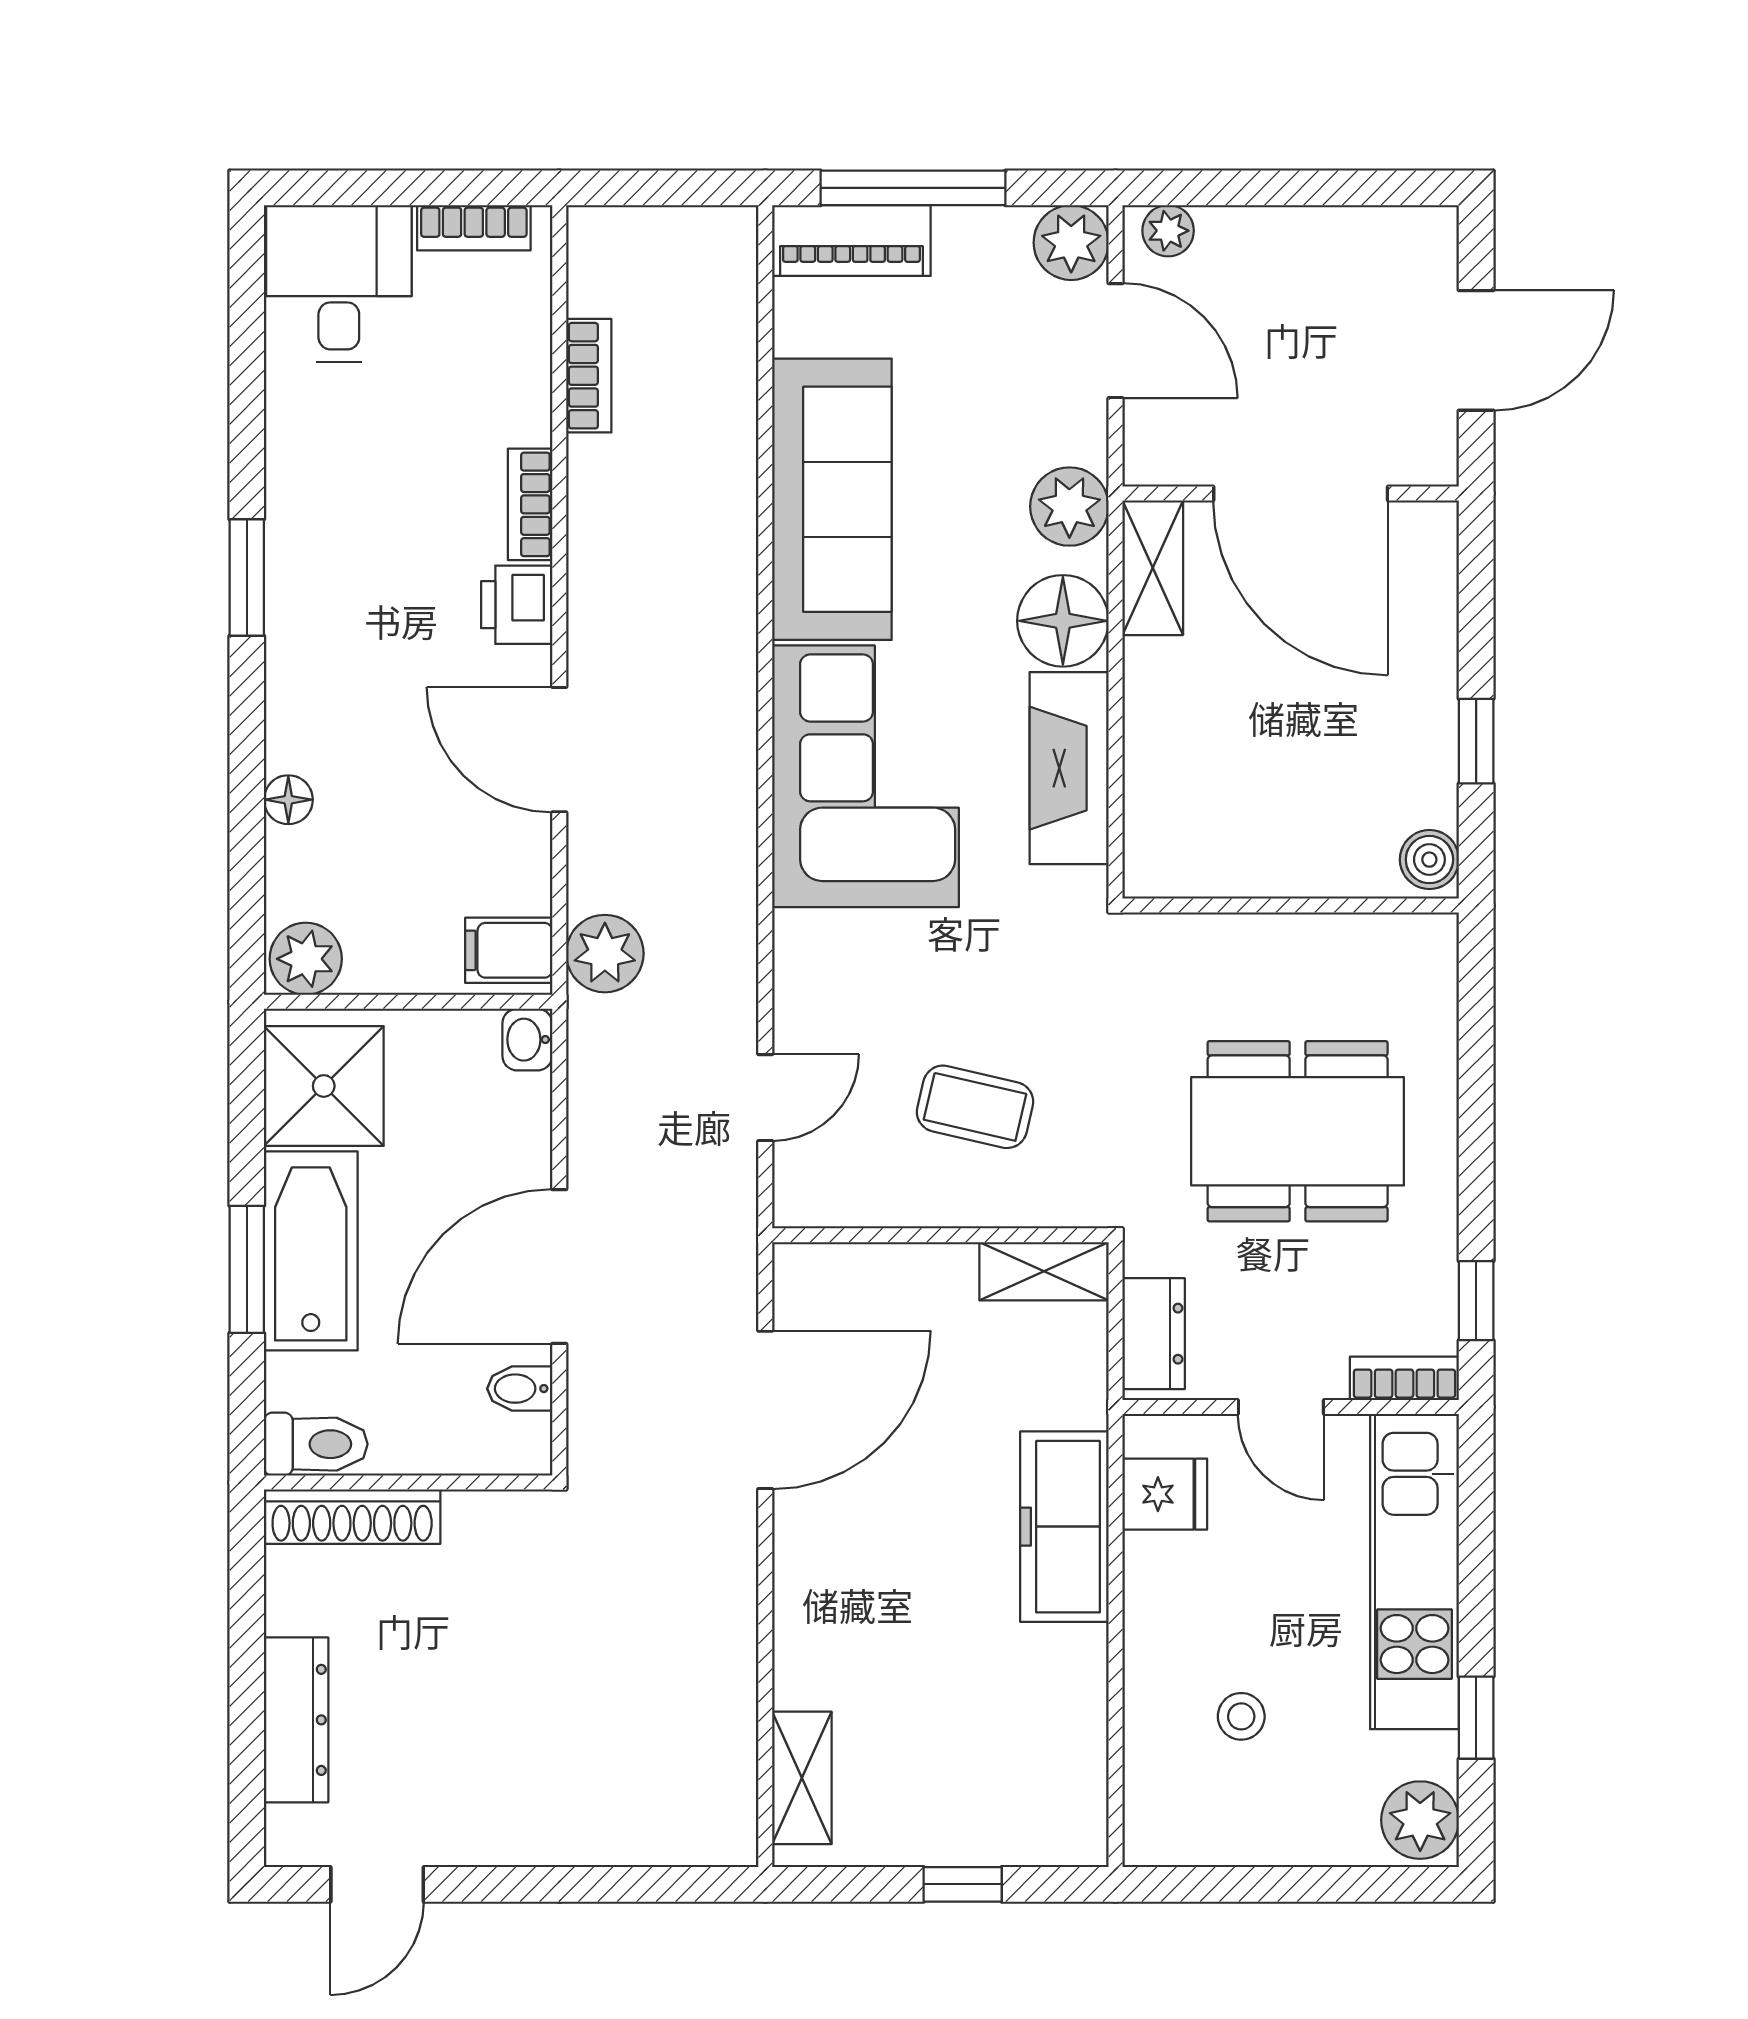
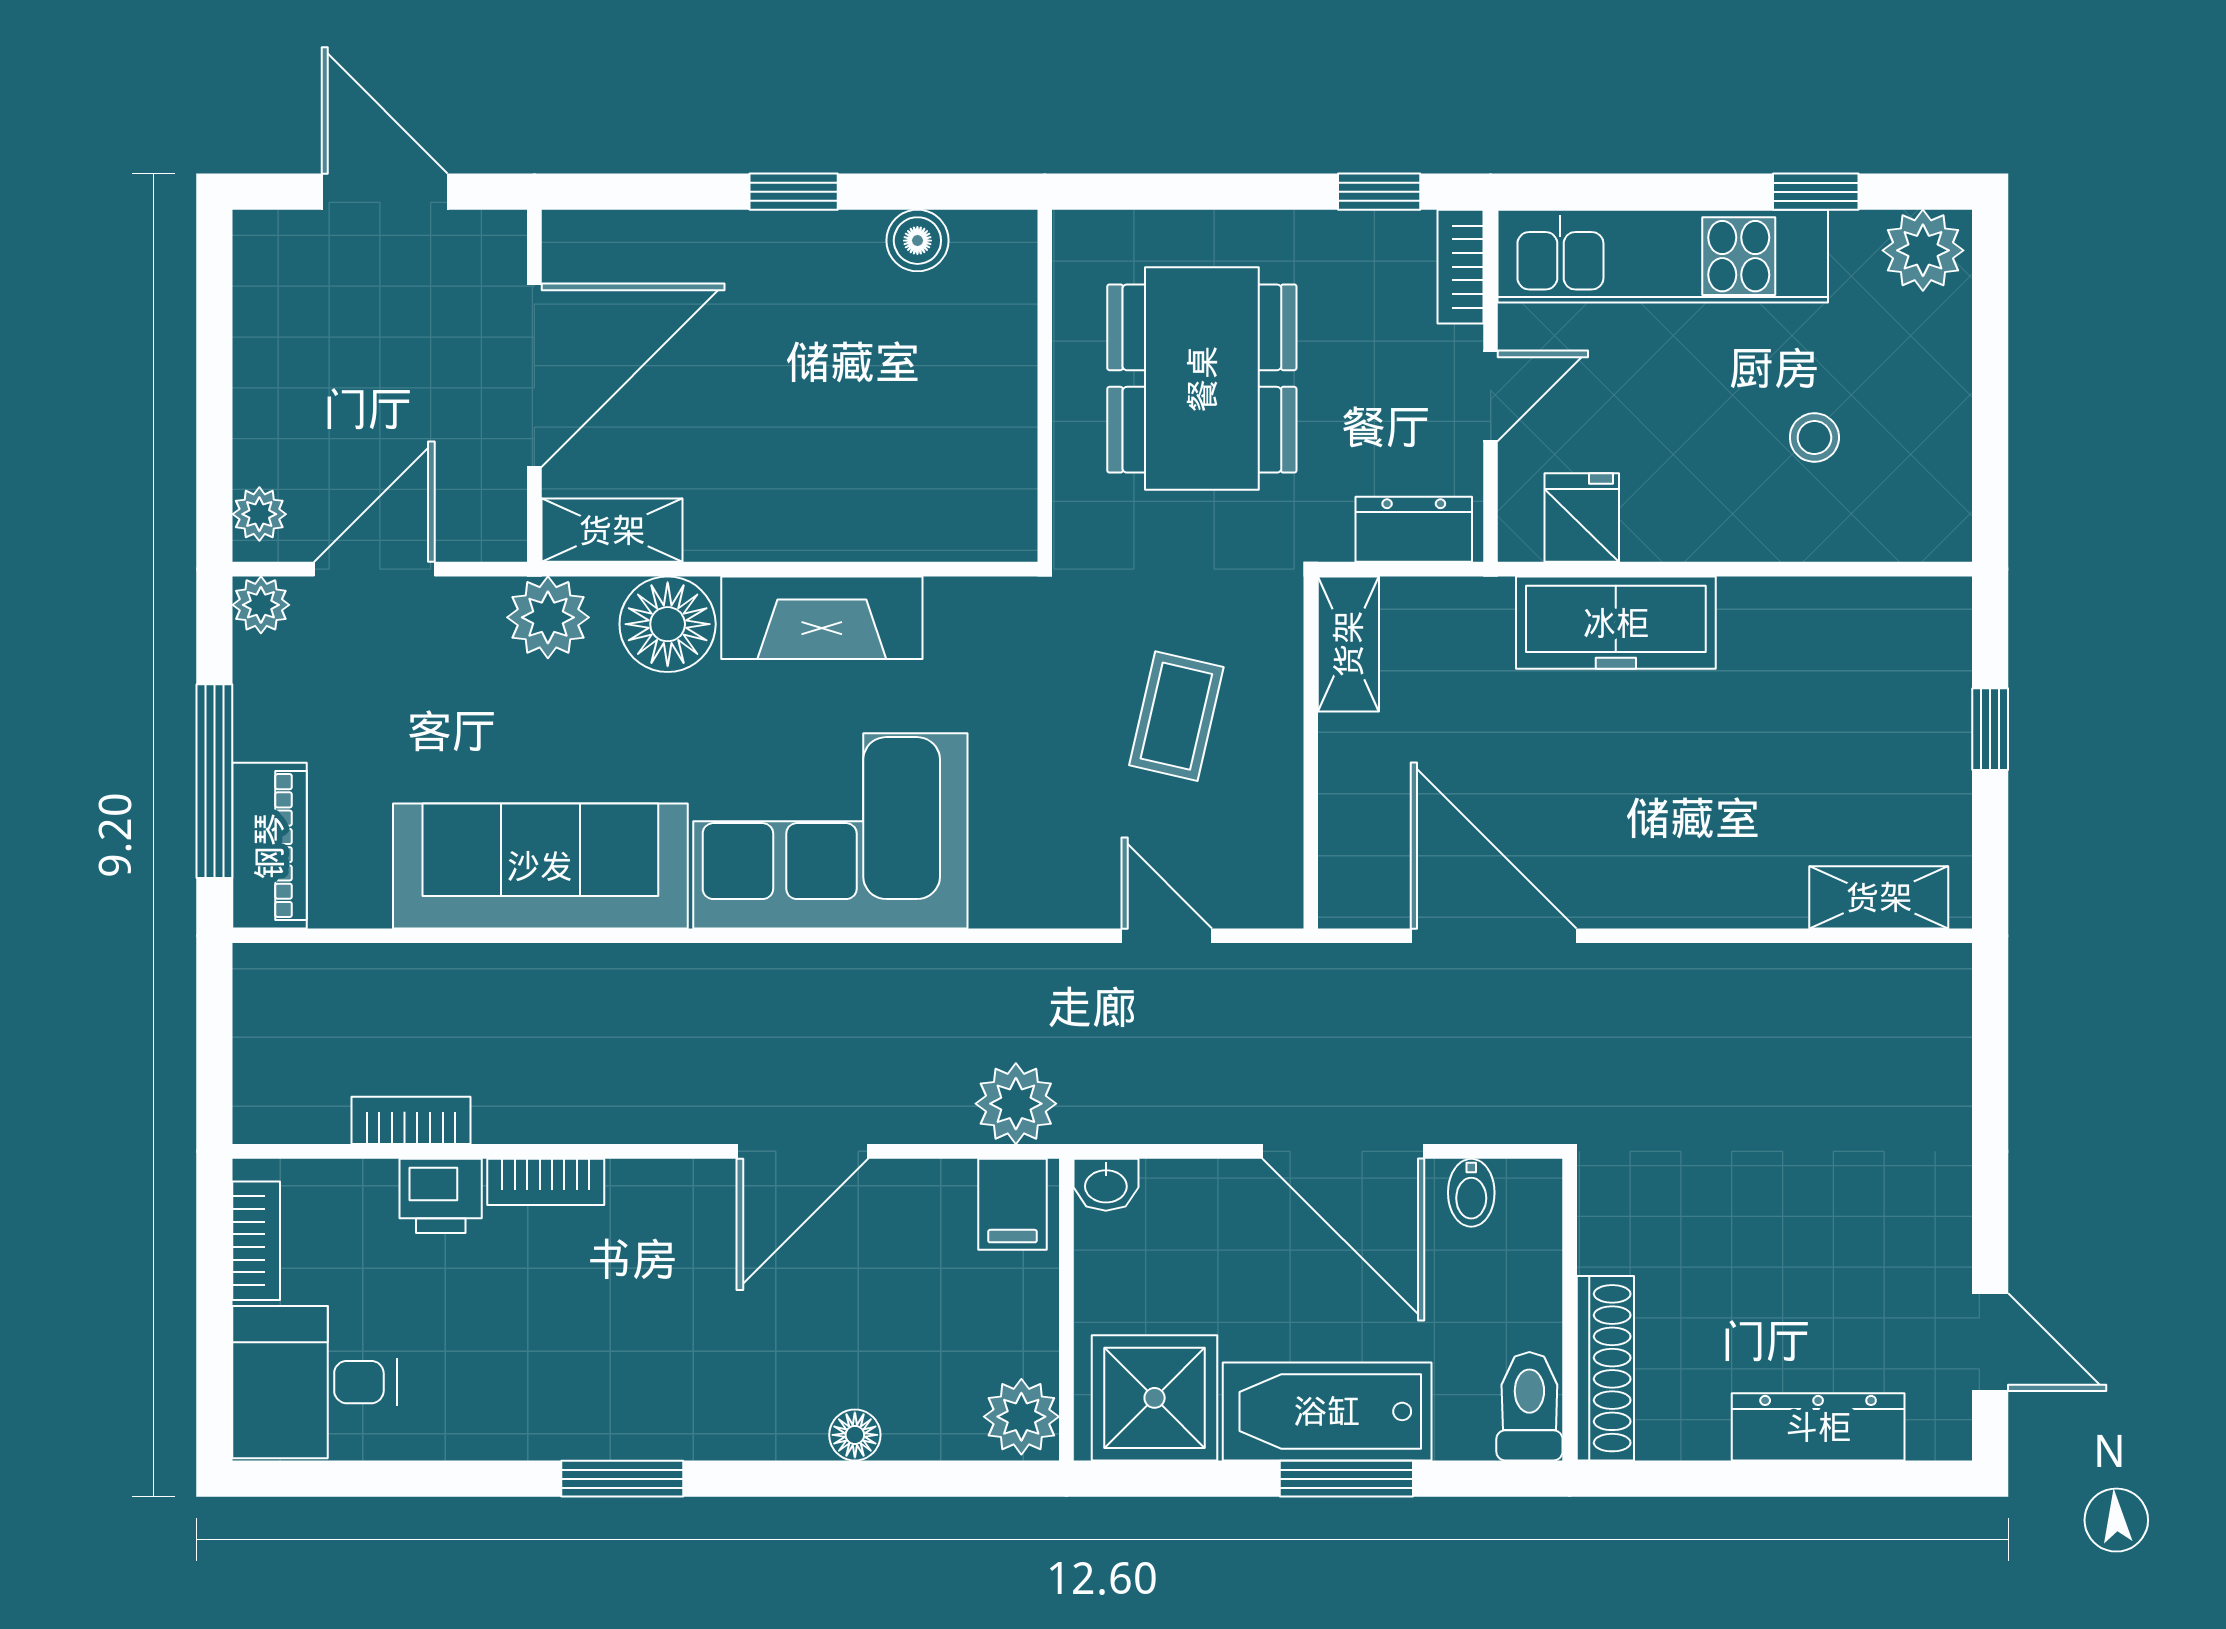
plant: (1071, 243) -> (261, 605), width x0.73, depth x0.73
printer: (517, 605) -> (441, 1196), moved
wall: (1291, 906) -> (1045, 386), moved

